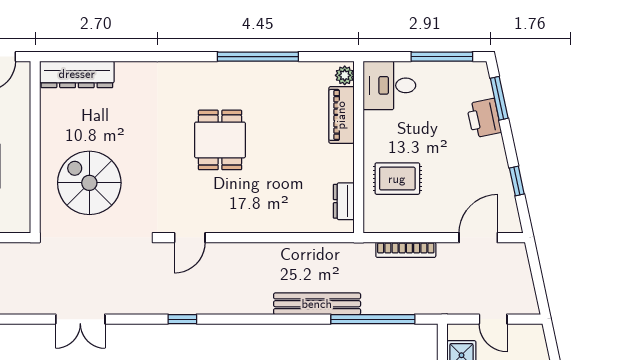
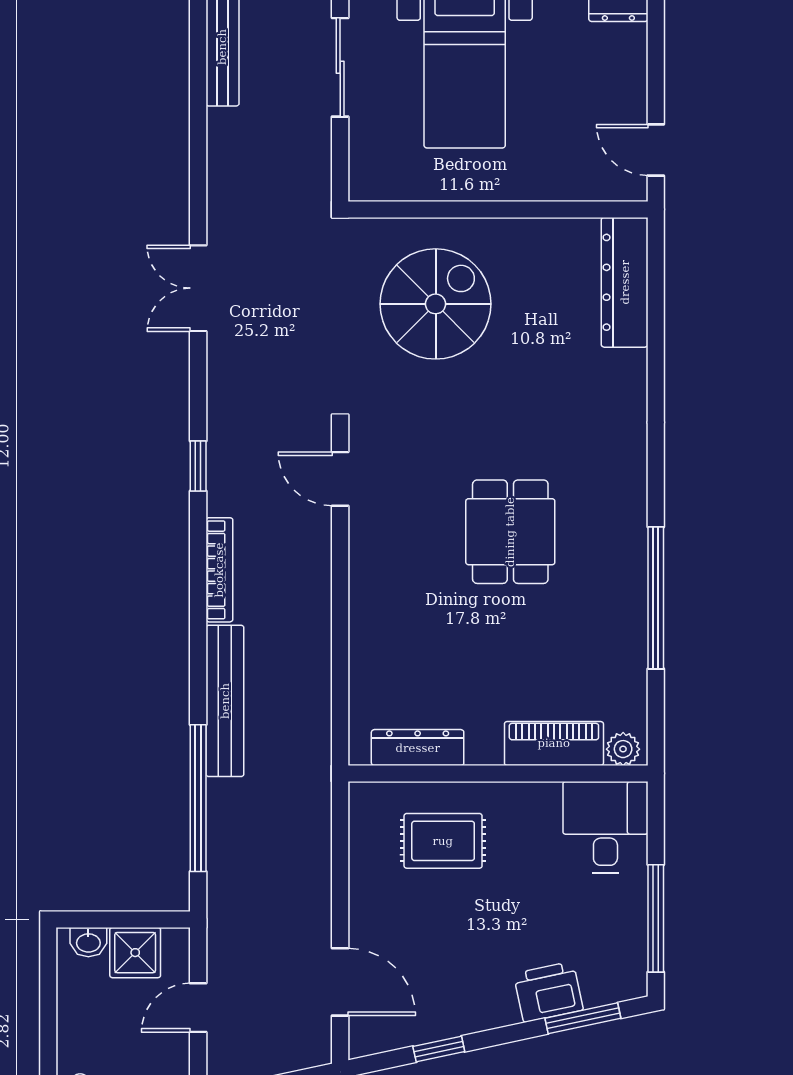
dining table: (220, 140) -> (510, 532), turned 90
rug: (397, 179) -> (443, 841), turned 90
dresser: (344, 201) -> (418, 748), width x1.44
bookcase: (406, 250) -> (219, 570), moved, turned 180

